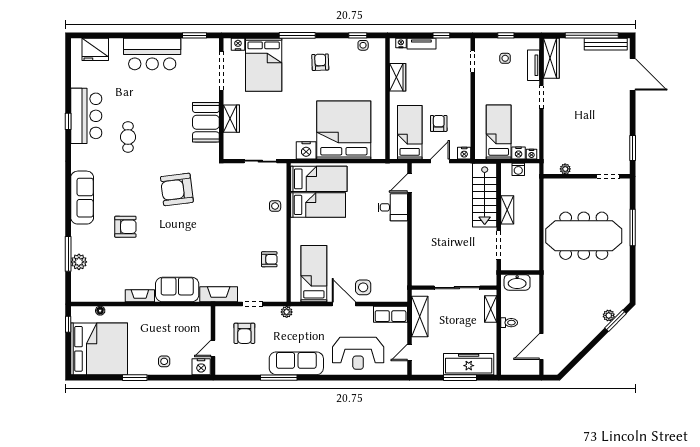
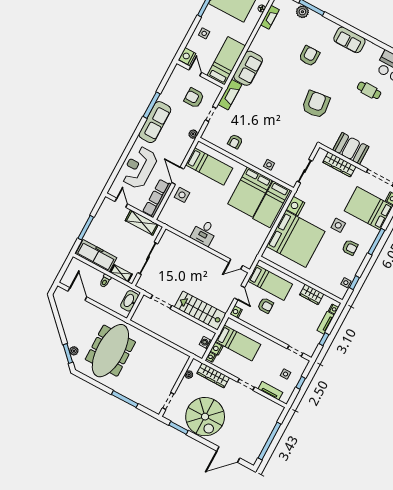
bench: (606, 44) -> (259, 447), removed
wardrobe: (551, 58) -> (213, 375), moved
side table: (302, 89) -> (338, 225), added
wardrobe: (231, 119) -> (339, 164), width x1.50
spiral stairs: (603, 124) -> (205, 417), added
door: (409, 183) -> (236, 264), swing flipped
sofa: (82, 198) -> (349, 40), width x0.73
bed: (318, 205) -> (250, 192), width x1.50
desk: (393, 207) -> (204, 233), moved
shelving: (507, 210) -> (182, 320), removed
armchair: (125, 227) -> (309, 56), turned 180
meeting table: (584, 236) -> (110, 351), moved
fireplace: (140, 296) -> (270, 17), moved
door: (344, 304) -> (178, 176), swing flipped
row of seats: (391, 314) -> (157, 198), width x1.48
bed: (182, 319) -> (226, 61), added
freezer: (469, 364) -> (96, 256), moved, turned -90

